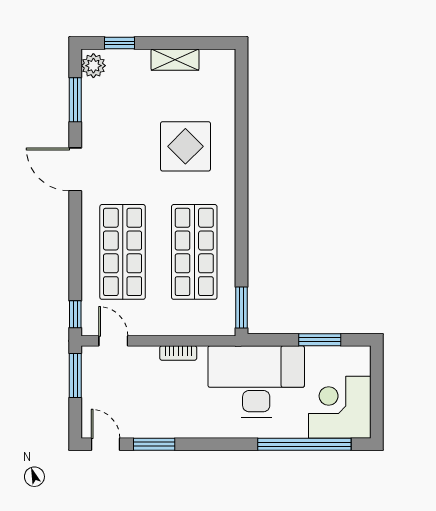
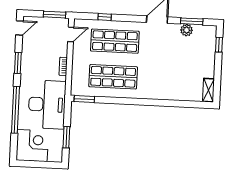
shelving: (175, 60) -> (208, 90), moved
plant: (93, 66) -> (187, 30), moved
display table: (185, 146) -> (166, 75), removed
window: (75, 314) -> (105, 17), moved
window: (154, 444) -> (18, 63), moved
window: (304, 444) -> (16, 110), moved

